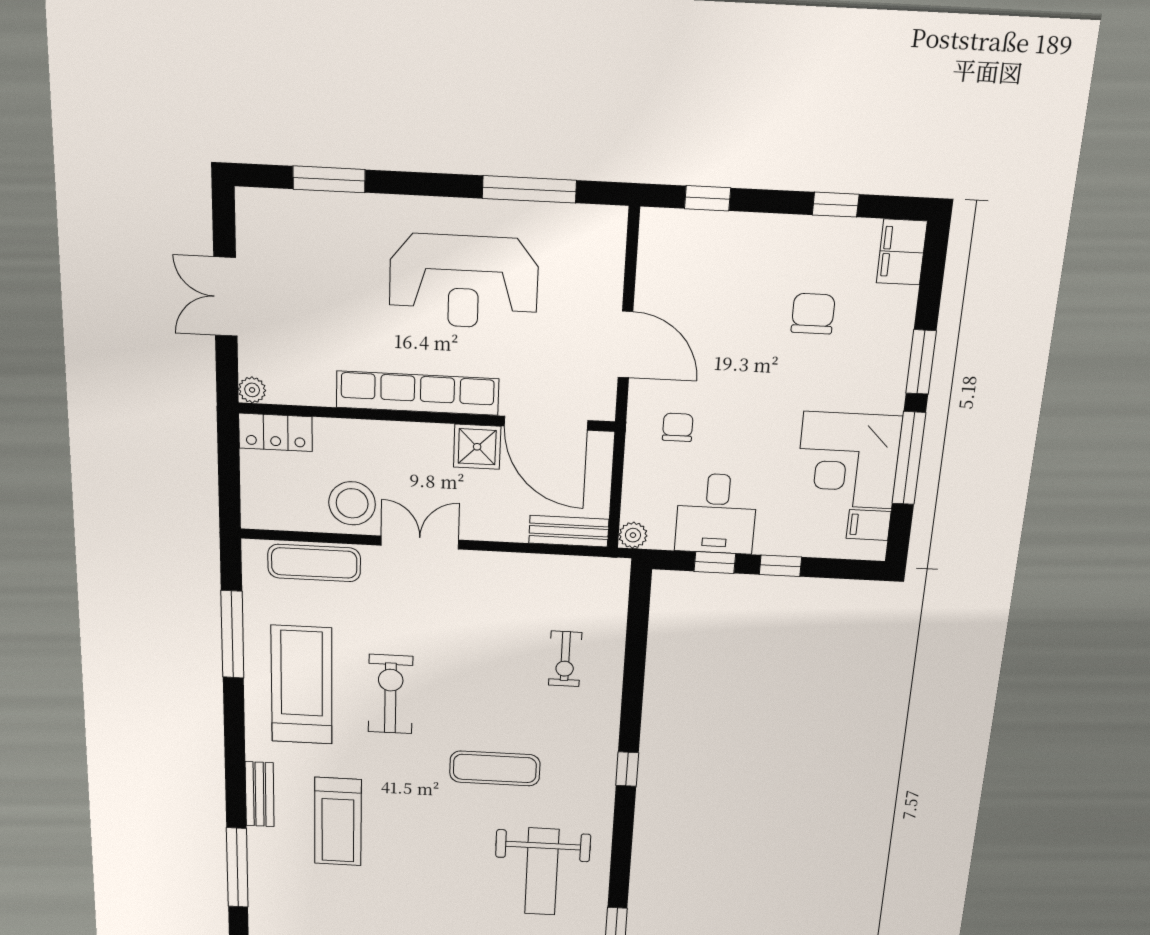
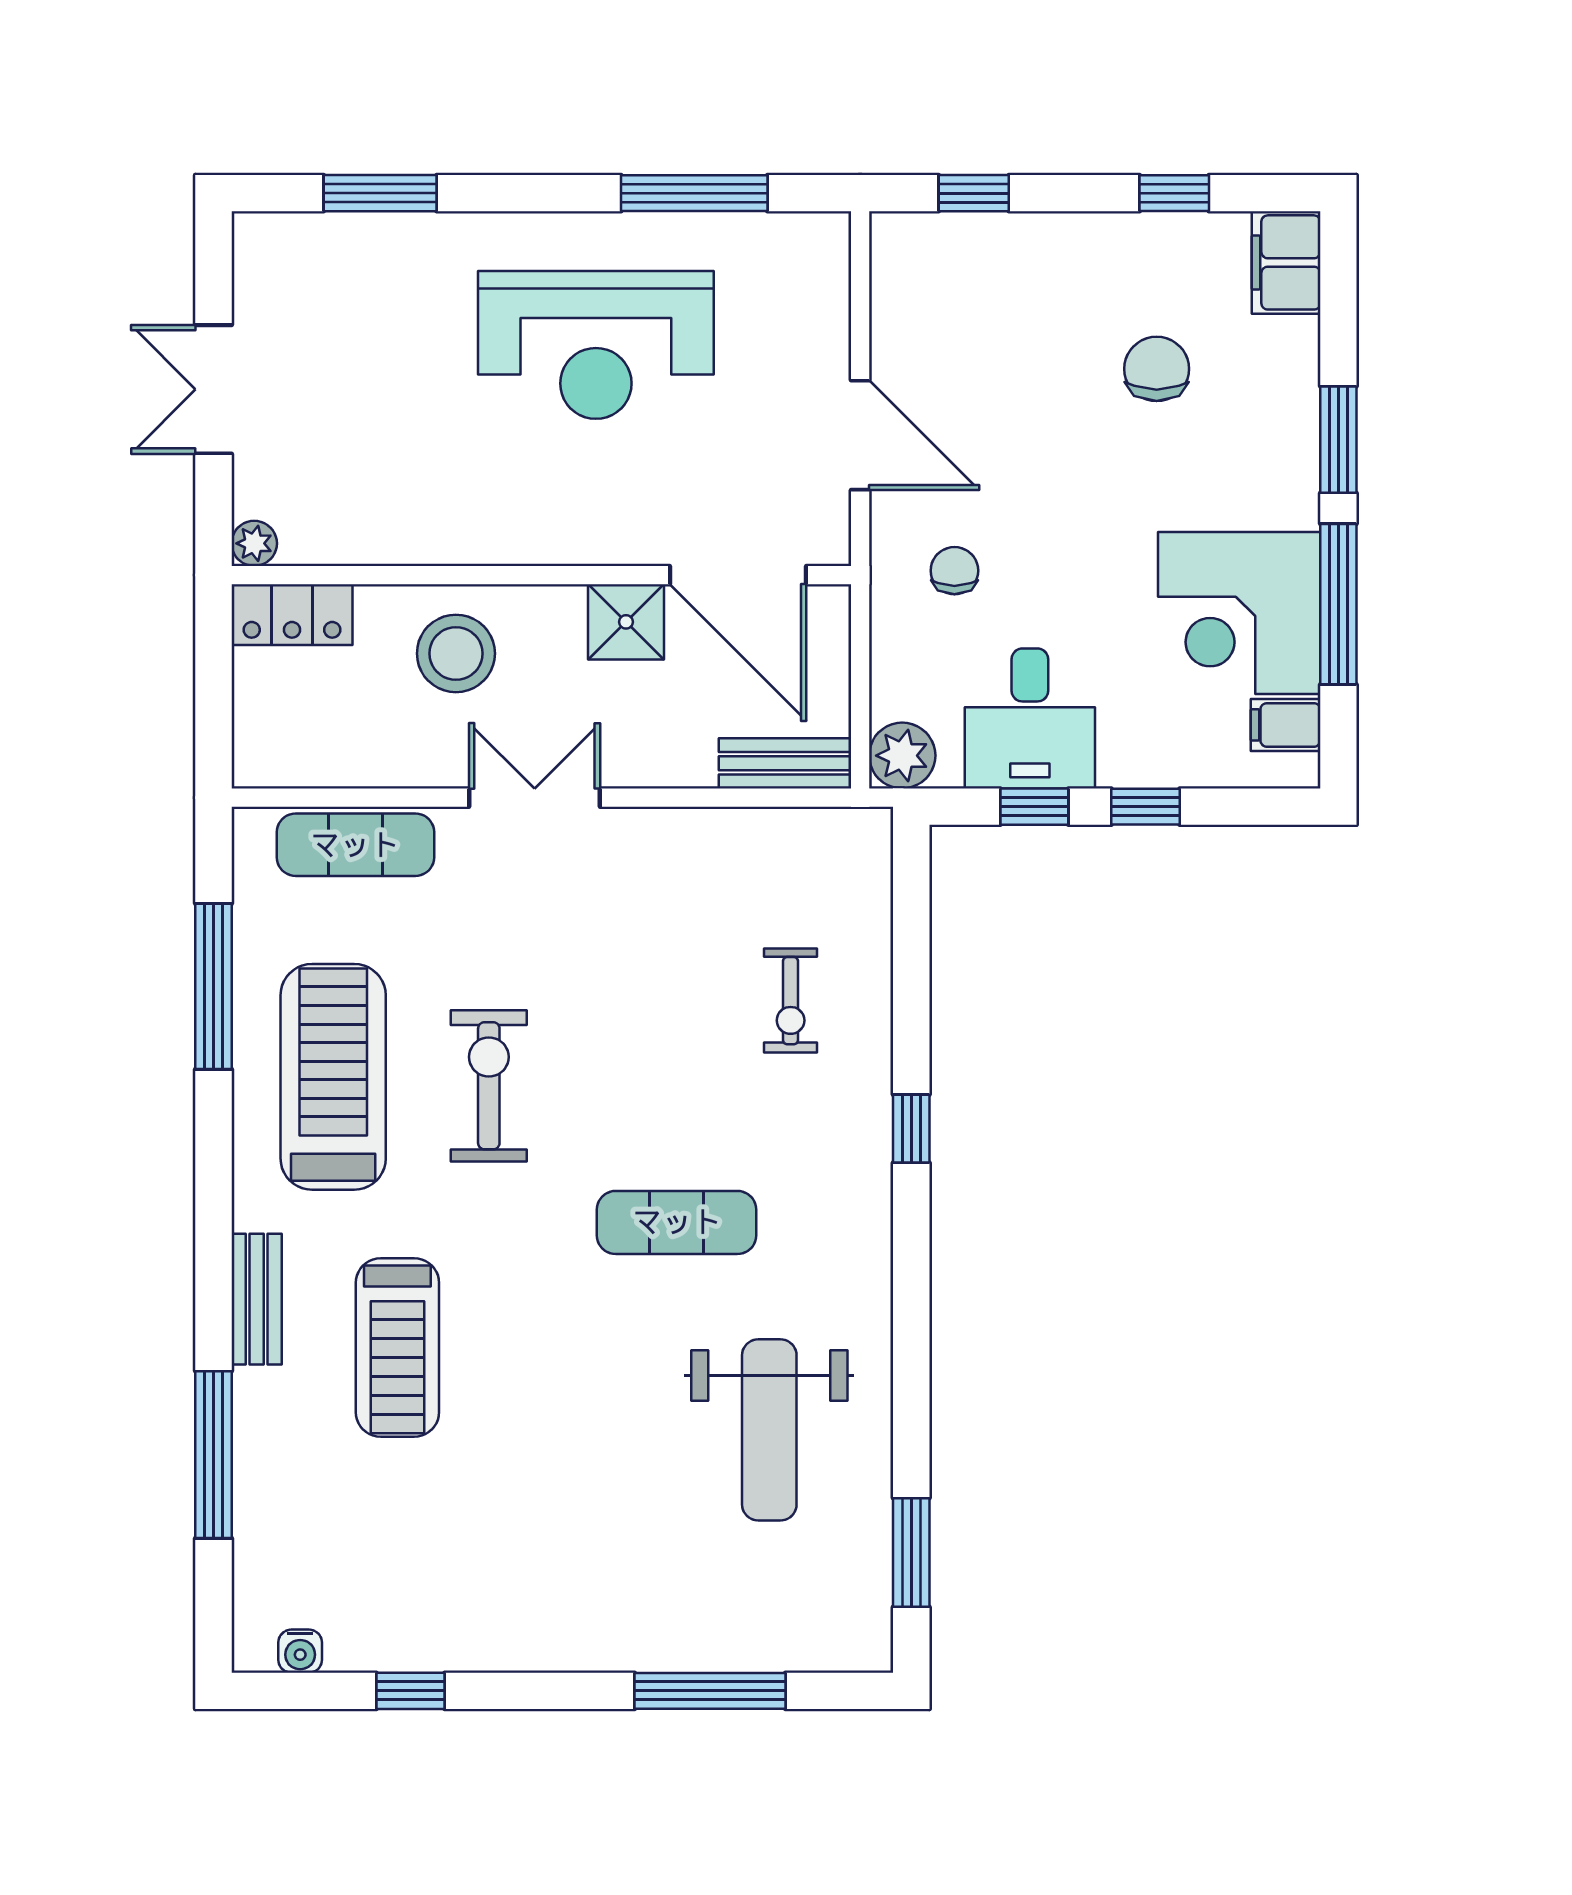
row of seats: (417, 393) -> (526, 535), removed
stool: (352, 503) -> (456, 653), moved
plant: (633, 535) -> (902, 756), width x1.38, depth x1.38
window: (627, 769) -> (911, 1129), moved

